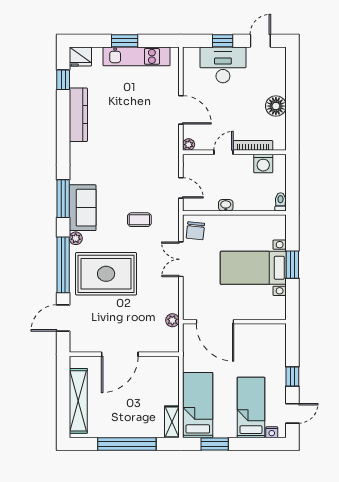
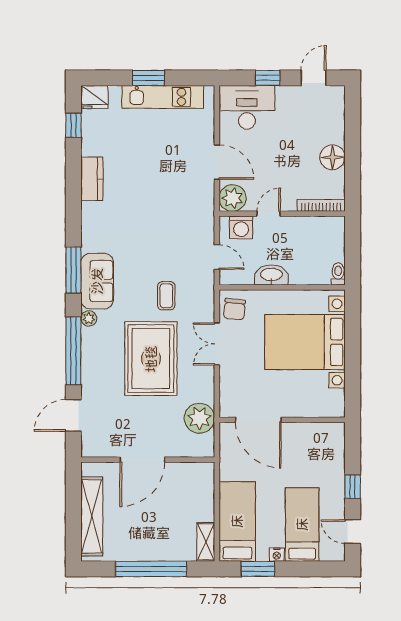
desk: (223, 65) -> (247, 107), moved
kitchen counter: (78, 115) -> (92, 179), width x0.67
plant: (189, 145) -> (232, 198), width x1.88, depth x1.88
bookcase: (253, 145) -> (321, 205), moved
washing machine: (263, 164) -> (241, 227), moved
washbasin: (226, 205) -> (271, 275), width x1.91, depth x1.45
coffee table: (139, 220) -> (166, 296), turned 90
window: (292, 265) -> (353, 350), removed
bed with nightstands: (253, 268) -> (305, 342), width x1.36
rug: (106, 274) -> (151, 359), moved, turned 90
plant: (172, 320) -> (199, 418), width x1.87, depth x1.87
door: (292, 413) -> (353, 532), swing flipped
nightstand: (272, 432) -> (277, 555), moved

